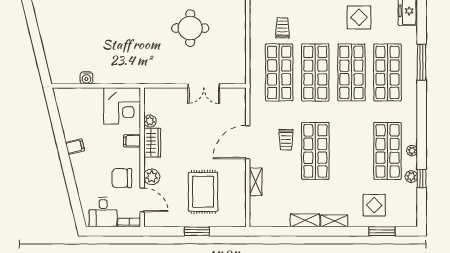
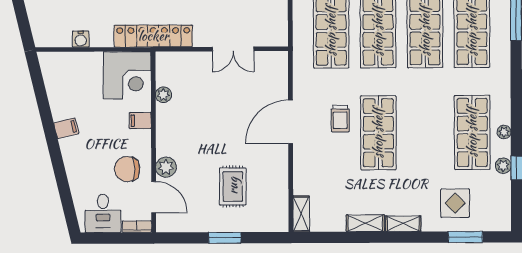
locker: (142, 76) -> (153, 36), added
wardrobe: (152, 143) -> (167, 123), removed
shelving: (256, 182) -> (301, 214), moved
rug: (203, 192) -> (233, 186), width x0.73, depth x0.70

